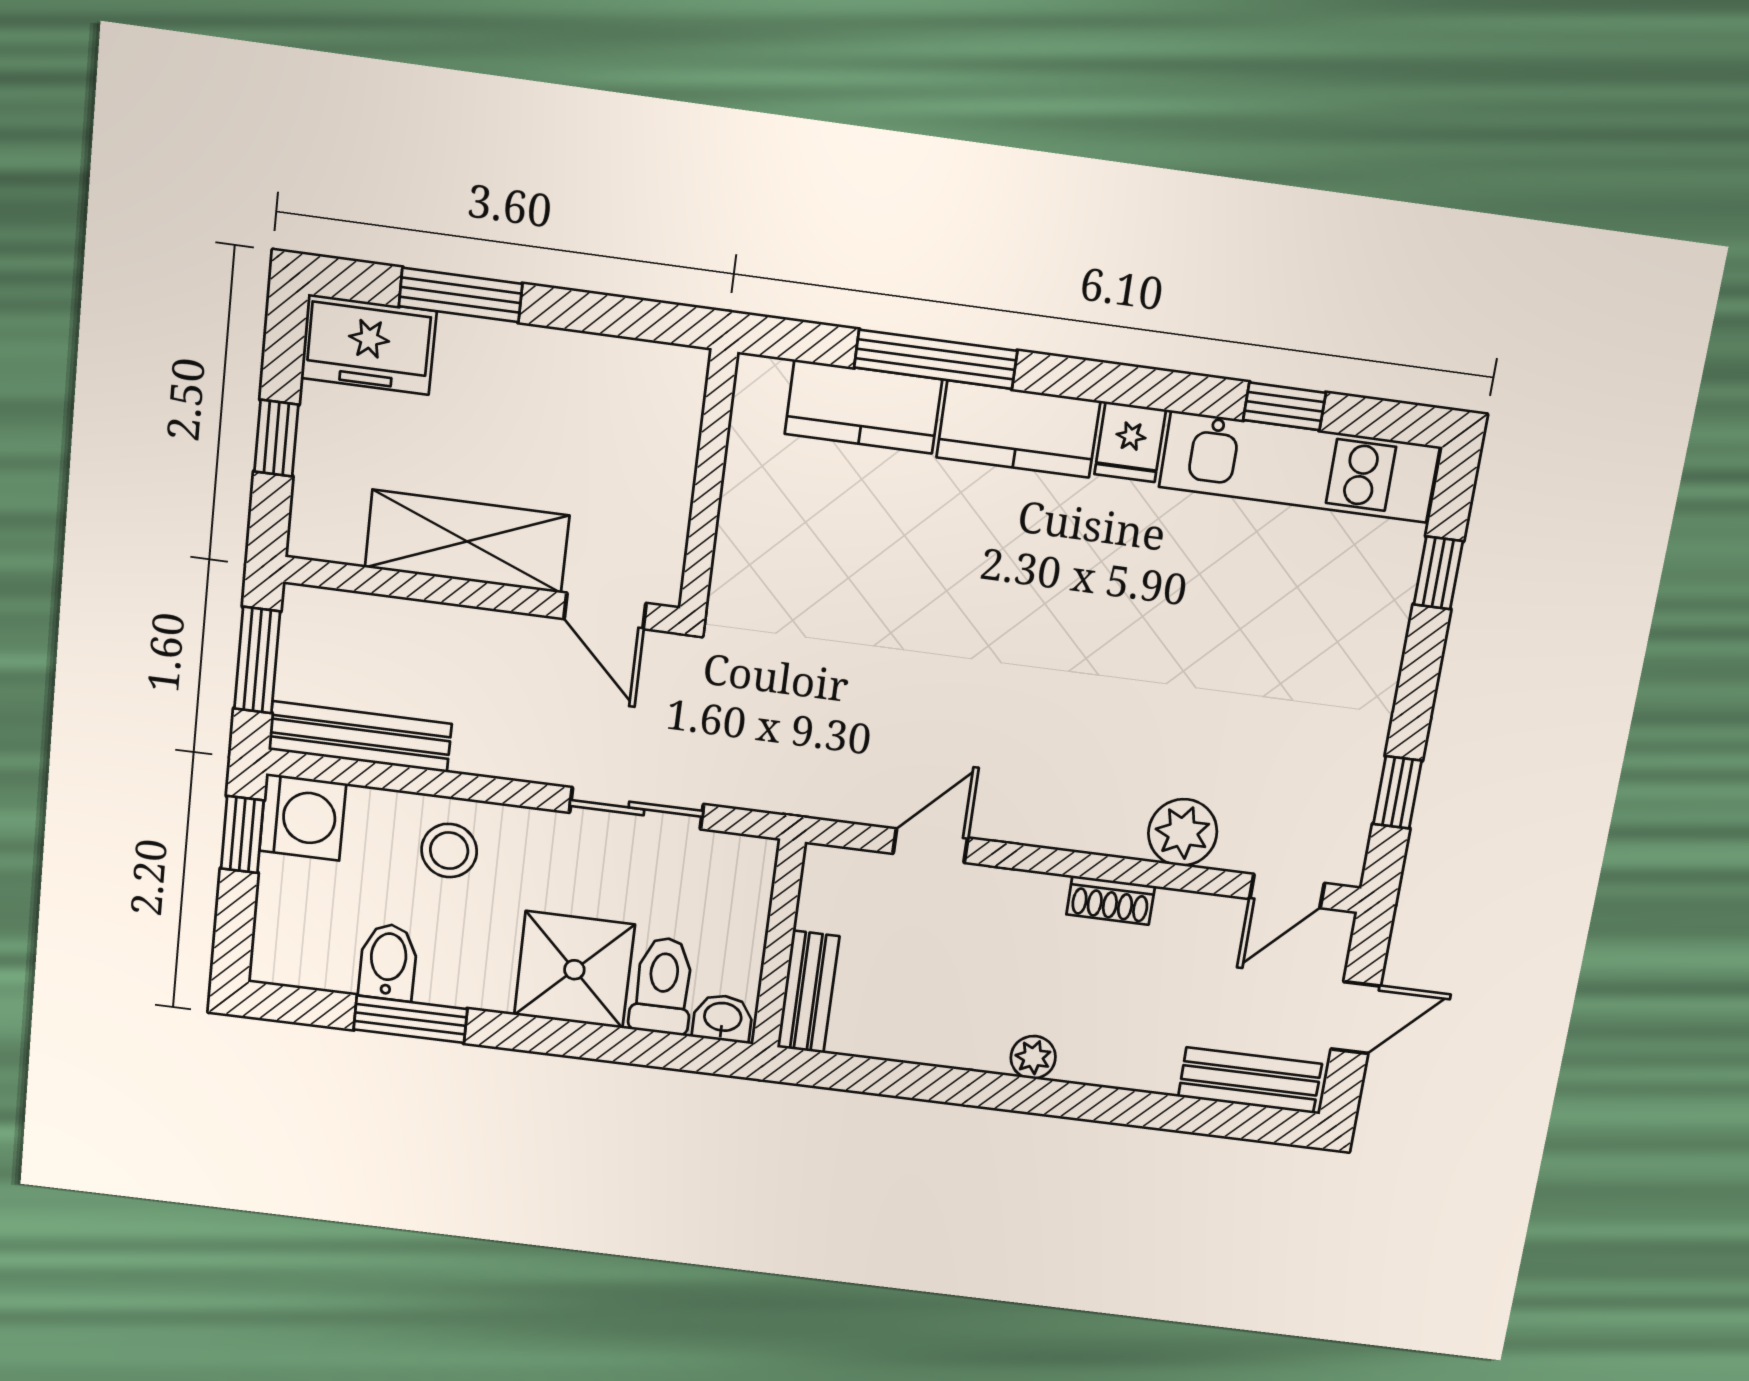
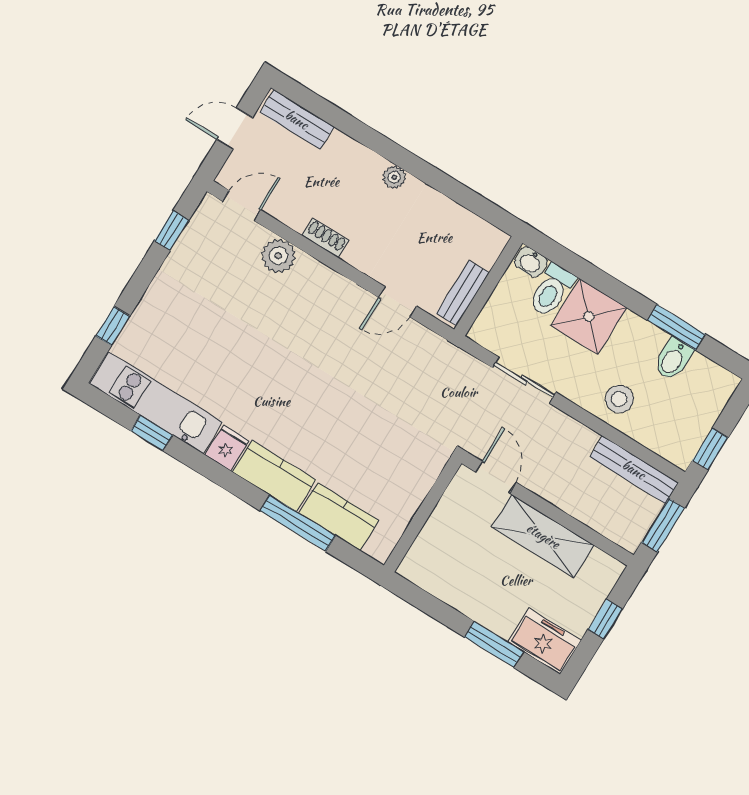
washing machine: (303, 817) -> (679, 445), removed
bench: (808, 992) -> (463, 293), moved

